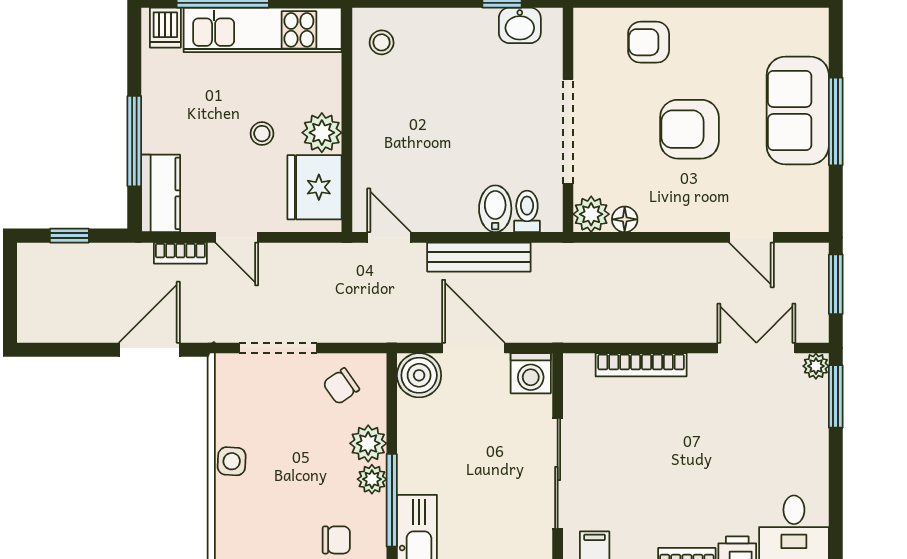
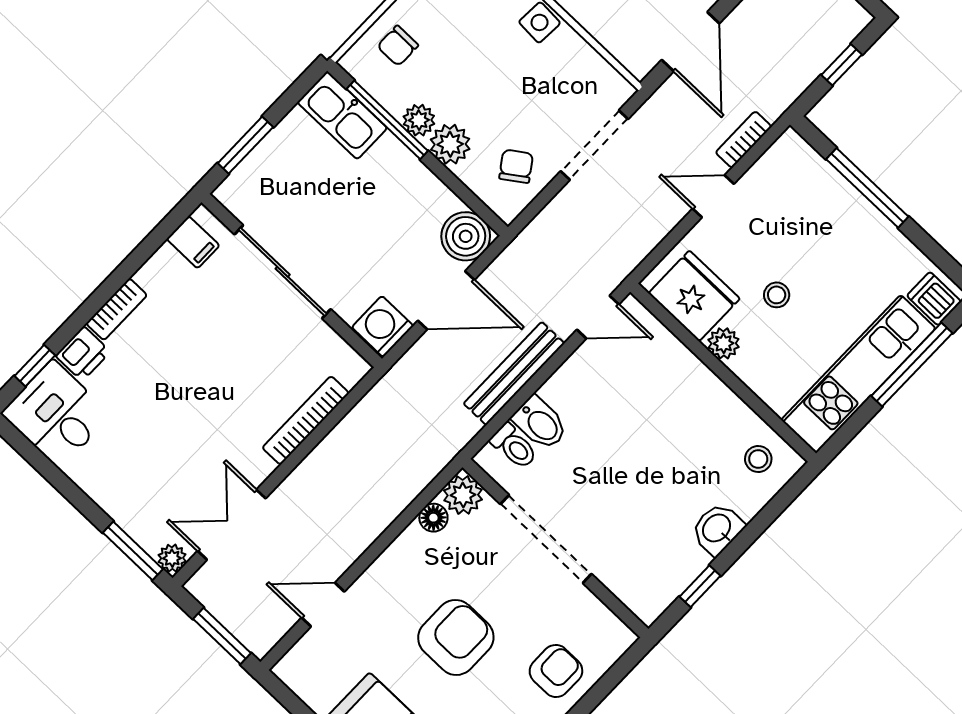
washbasin: (520, 25) -> (717, 529), moved
plant: (322, 133) -> (724, 343), width x0.73, depth x0.73
kitchen counter: (161, 193) -> (806, 169), removed
double door: (756, 348) -> (232, 525), swing flipped

